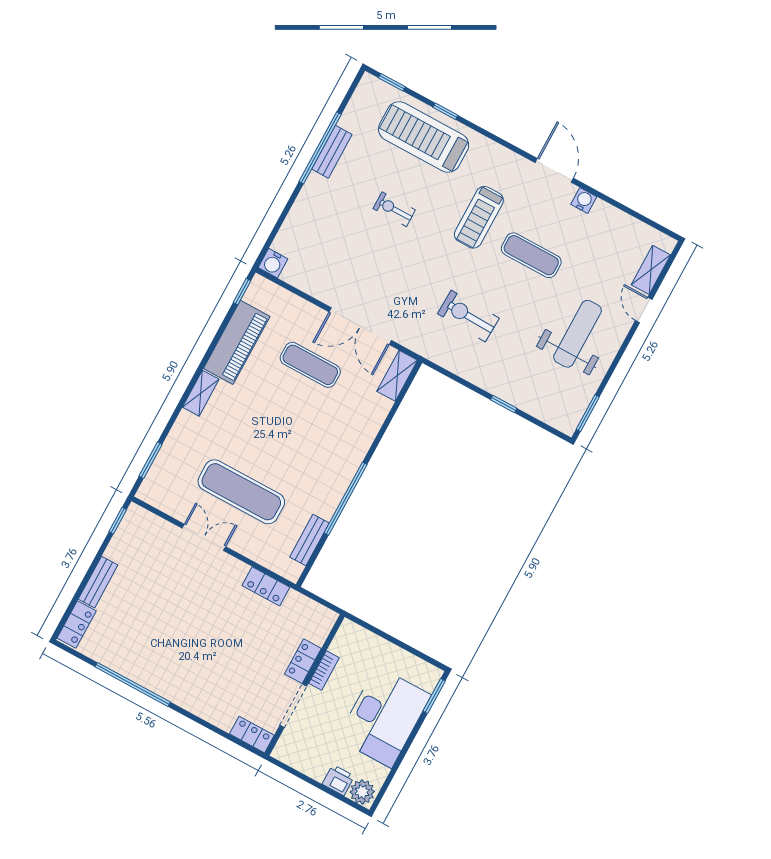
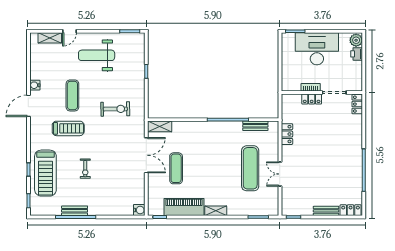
exercise bike: (468, 316) -> (115, 109), turned -93

